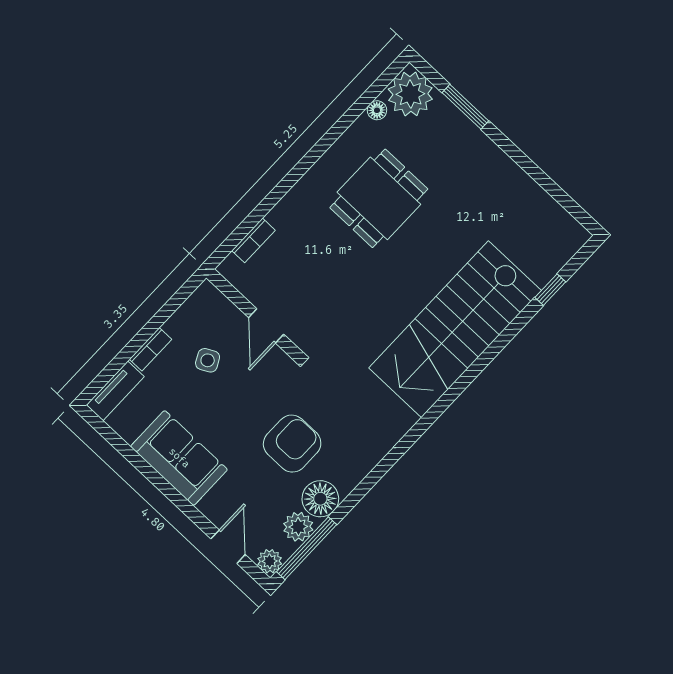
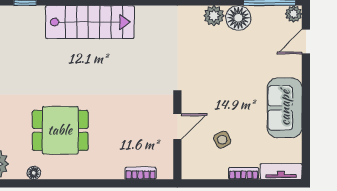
floor lamp: (377, 110) -> (34, 173), moved
stairs: (455, 329) -> (90, 22), width x0.73, depth x0.66
armchair: (292, 444) -> (224, 58), removed
plant: (298, 527) -> (214, 16), moved

